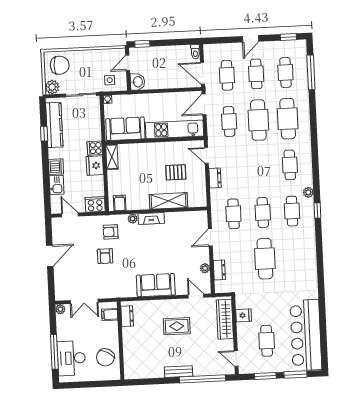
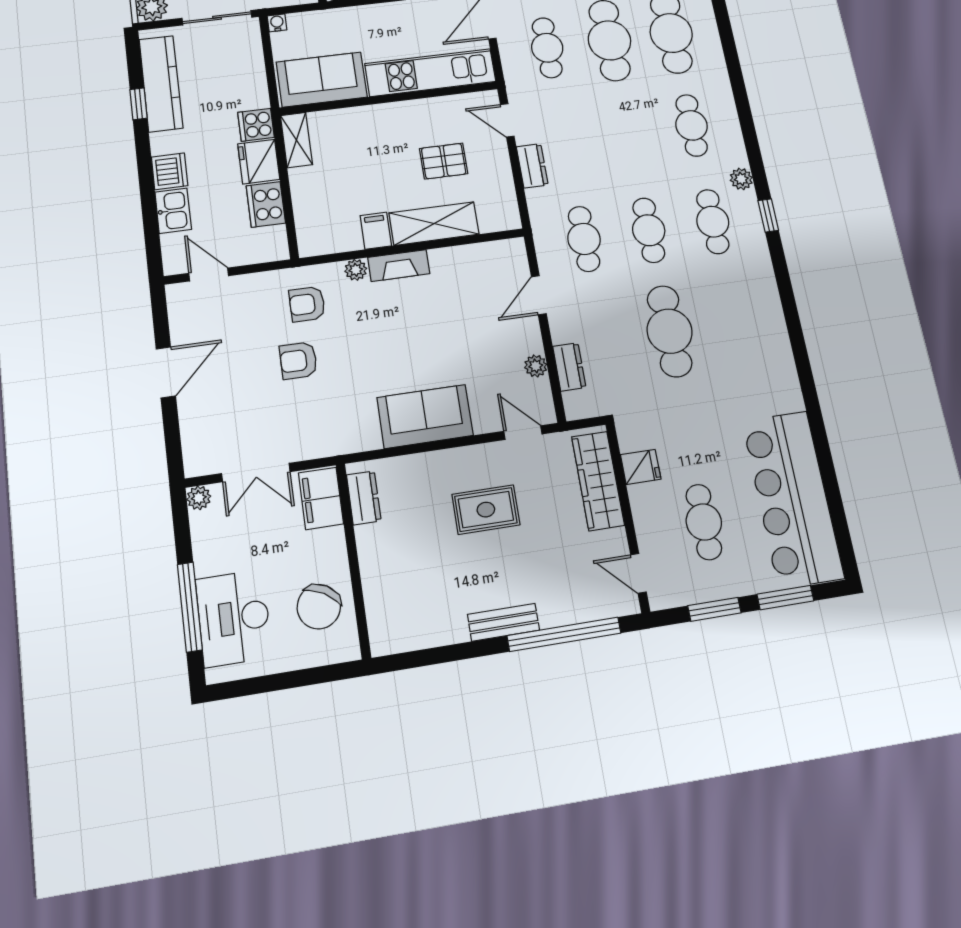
filing cabinet: (120, 203) -> (376, 231), moved
cooker: (95, 204) -> (266, 204), moved, turned -90
armchair: (105, 256) -> (298, 361), turned 90
filing cabinet: (110, 315) -> (321, 498), width x2.00

